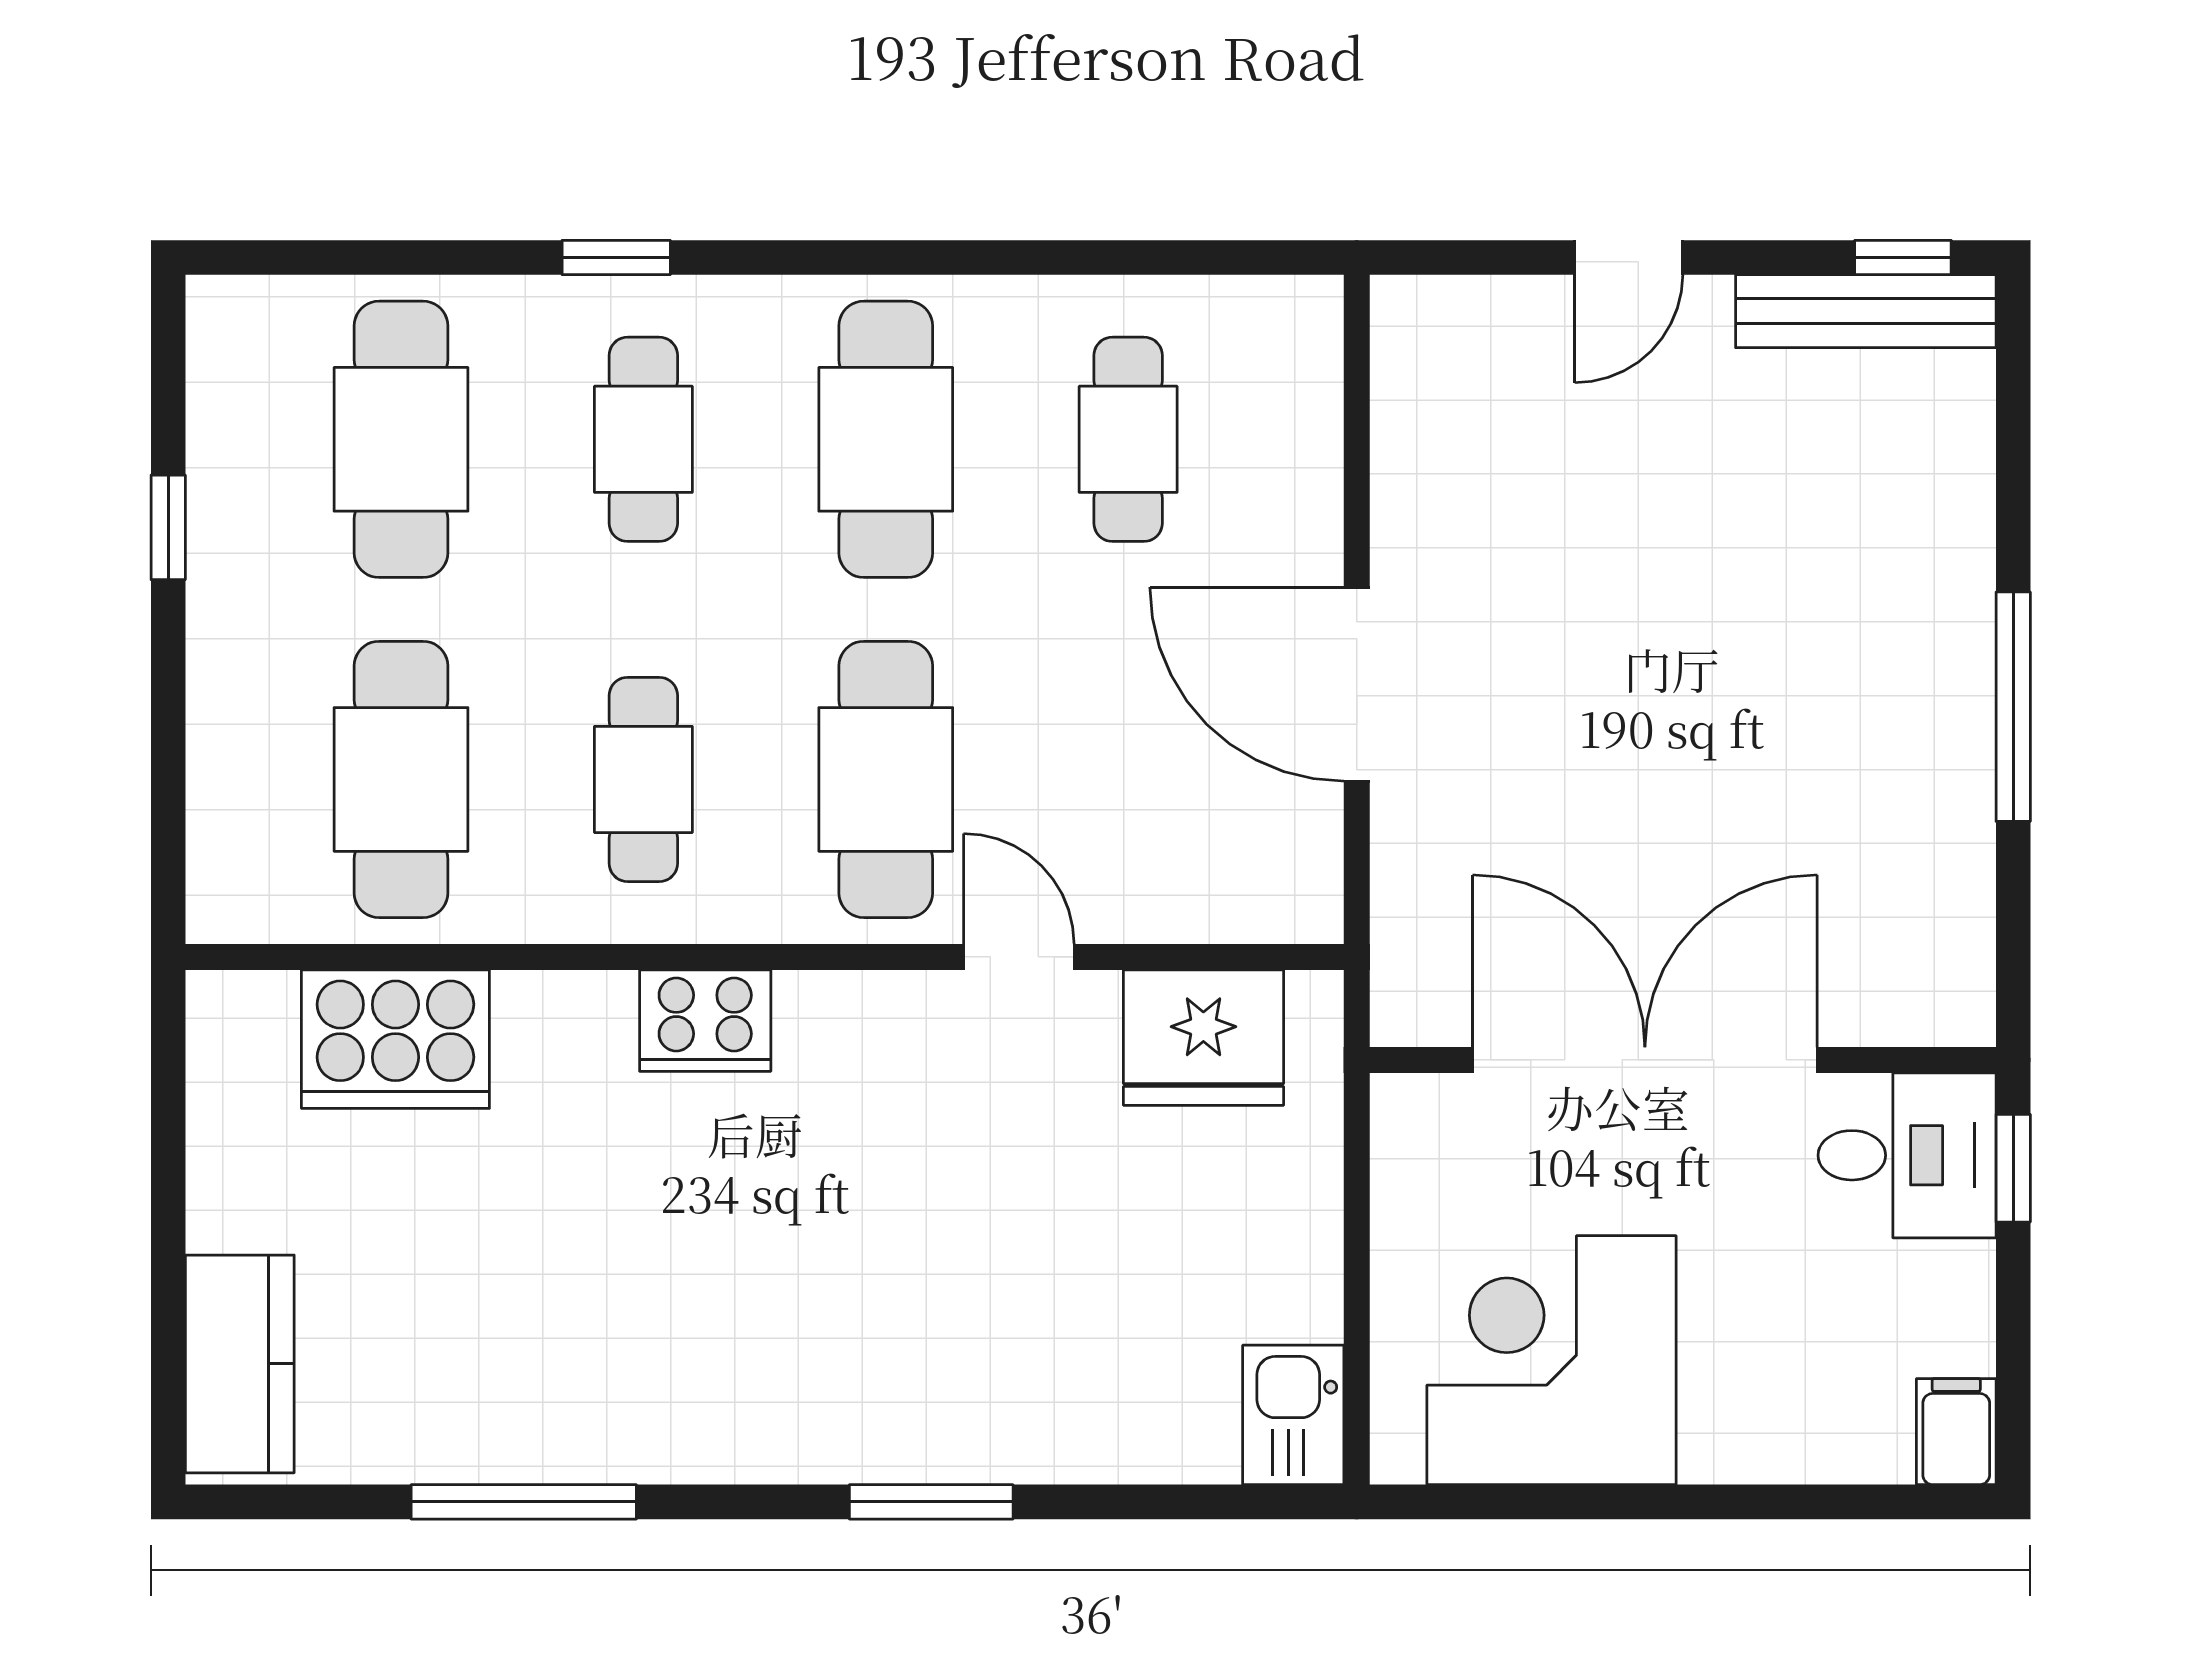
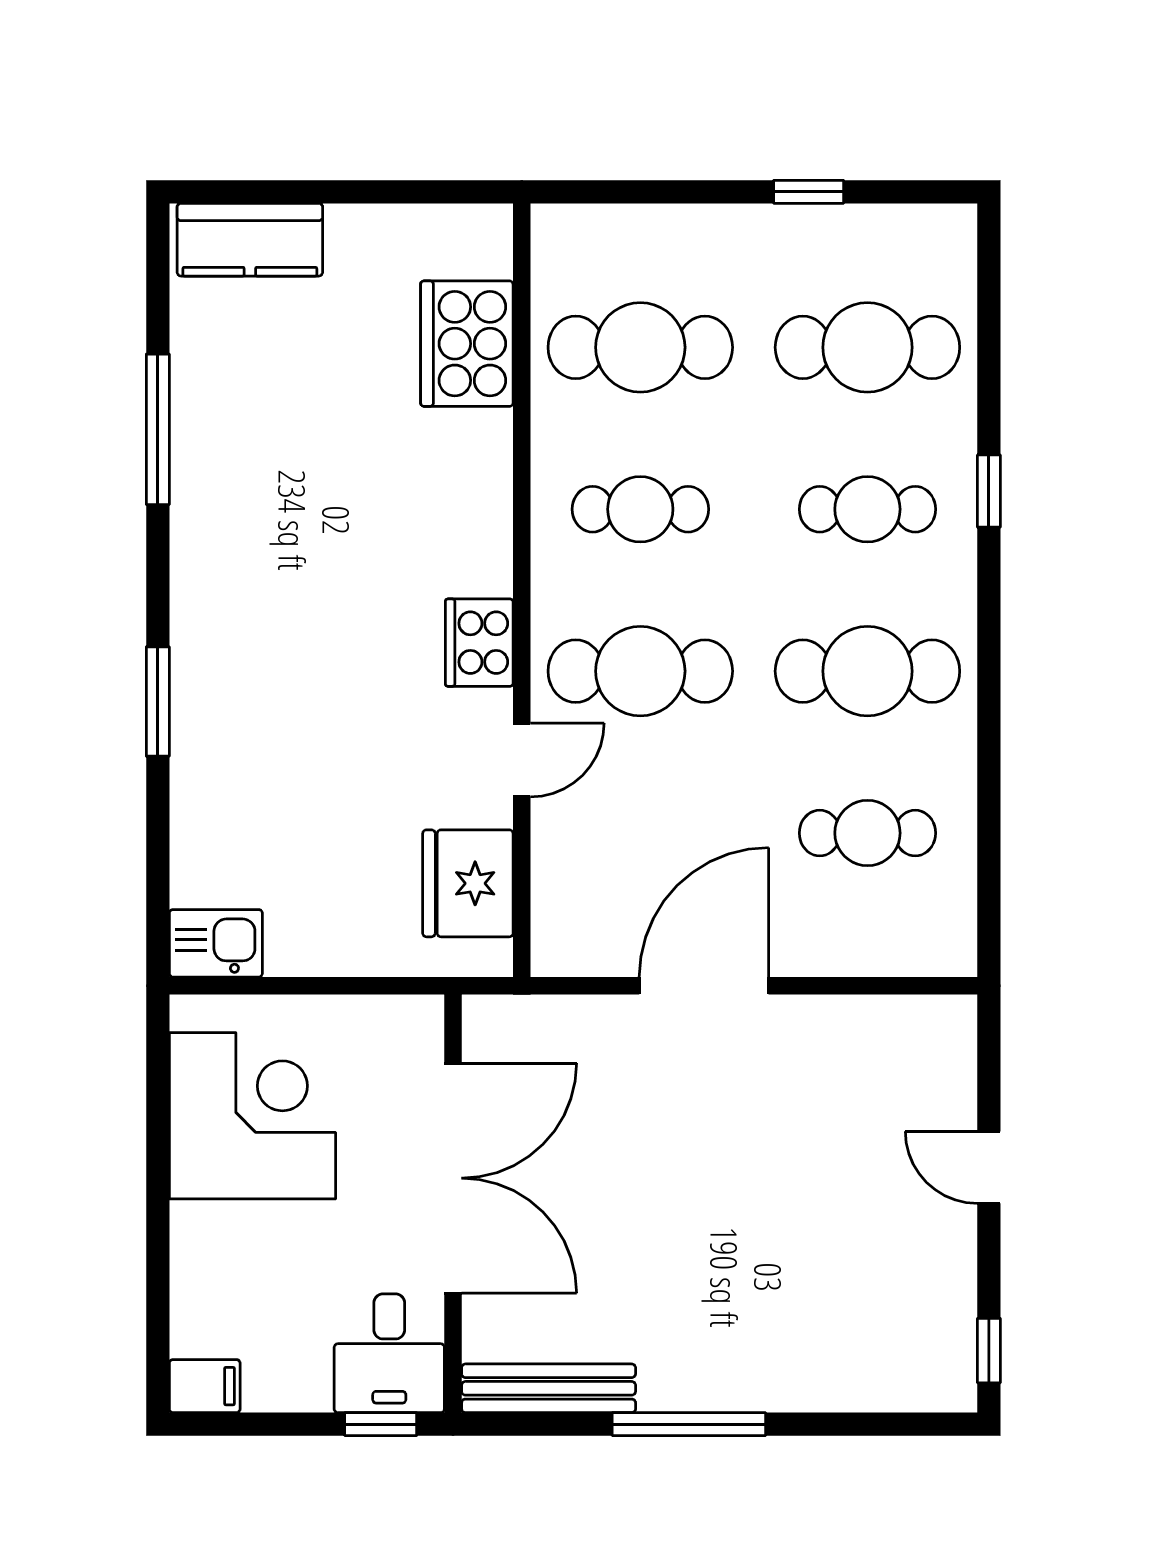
bench: (1866, 311) -> (549, 1388), moved, turned 90
cooker: (705, 1021) -> (479, 643), moved

